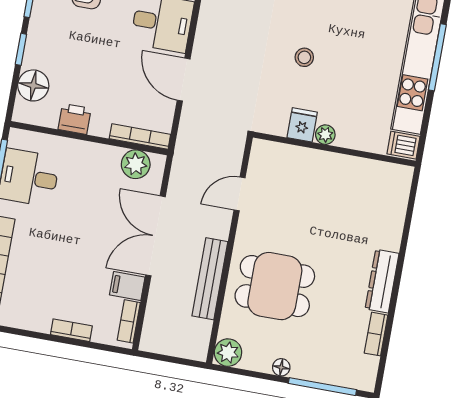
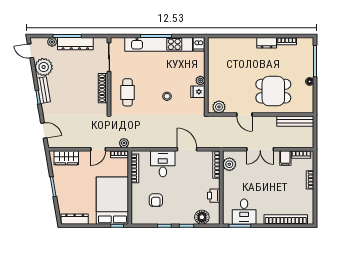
door: (184, 80) -> (187, 149), swing flipped
door: (240, 194) -> (244, 115), moved
double door: (156, 236) -> (260, 149), width x0.73
bench: (210, 279) -> (295, 121), moved
dresser: (382, 281) -> (267, 43), width x0.70
dining table: (275, 286) -> (273, 91), turned 90
plant: (228, 353) -> (219, 107), moved

